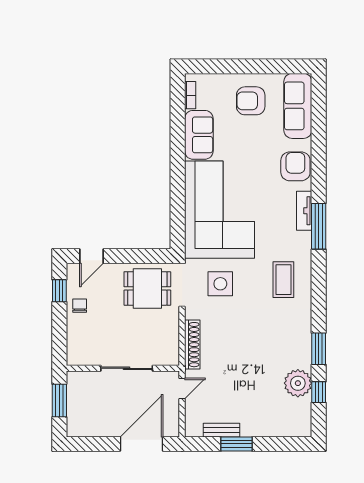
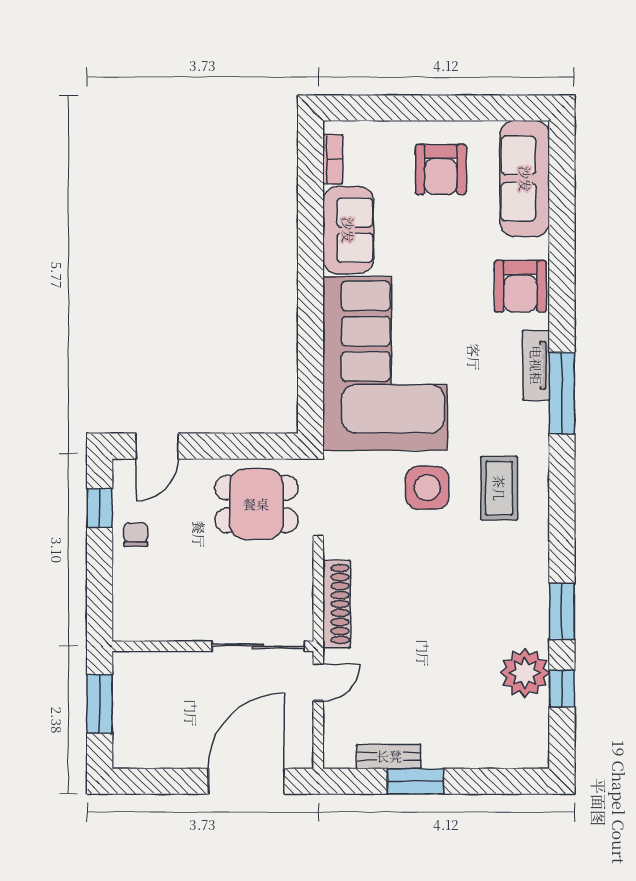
armchair: (251, 101) -> (441, 169), turned -90
armchair: (295, 166) -> (520, 286), turned 180
side table: (220, 284) -> (427, 488), moved
sliding door: (127, 368) -> (258, 646), moved

